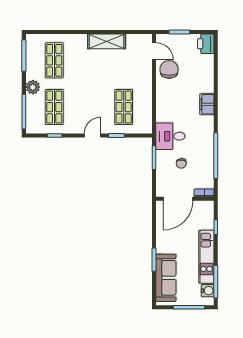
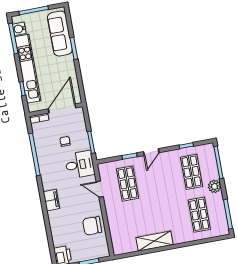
door: (154, 51) -> (100, 189), moved
chair: (169, 69) -> (92, 226), turned 90
kitchen unit: (206, 257) -> (28, 69), width x1.36

